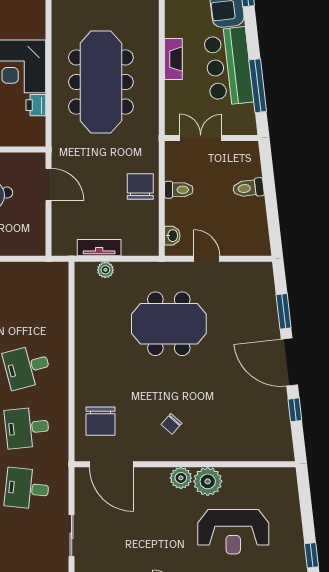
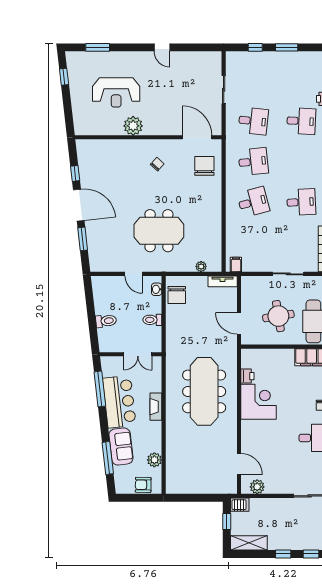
chair: (140, 187) -> (177, 295), moved
tv unit: (99, 248) -> (223, 281), moved
filing cabinet: (53, 273) -> (236, 265), added
plant: (181, 478) -> (151, 128), removed
reception desk: (233, 532) -> (116, 92), turned 180

